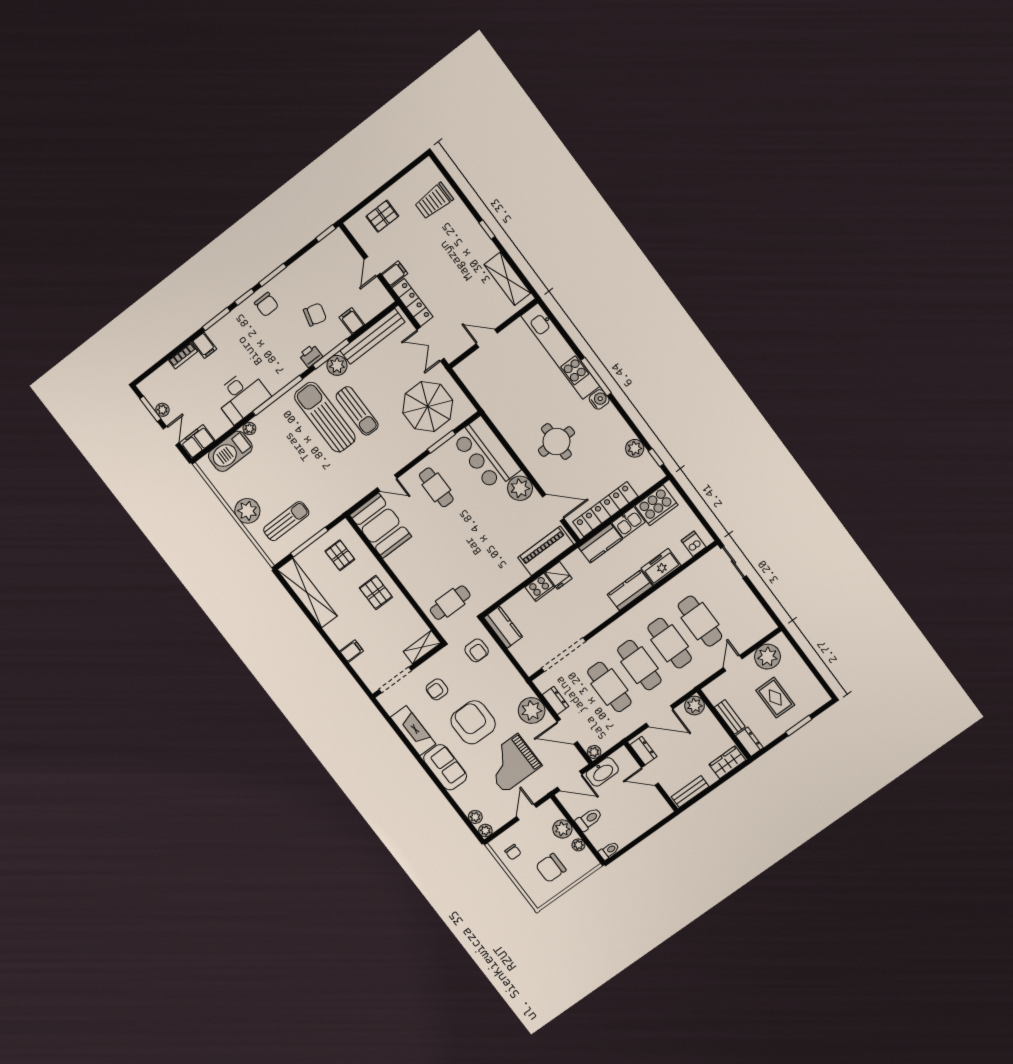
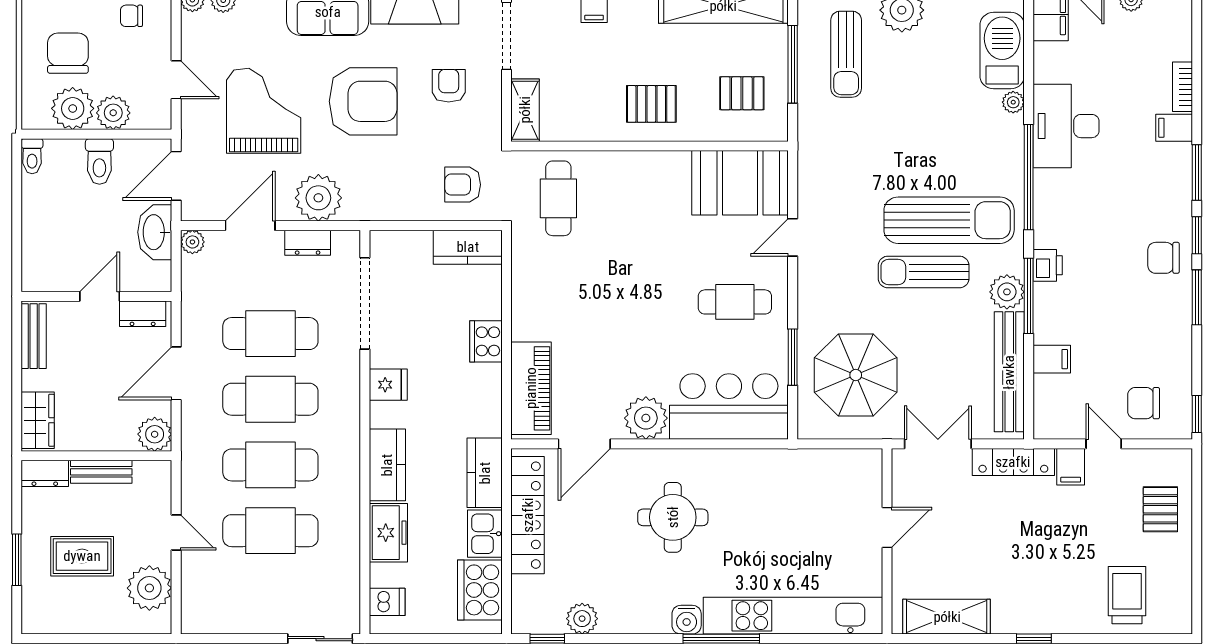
chair: (315, 315) -> (1144, 403), moved, turned 75
fridge: (558, 575) -> (388, 385), moved, turned 180
plant: (578, 845) -> (73, 108), width x1.88, depth x1.88

